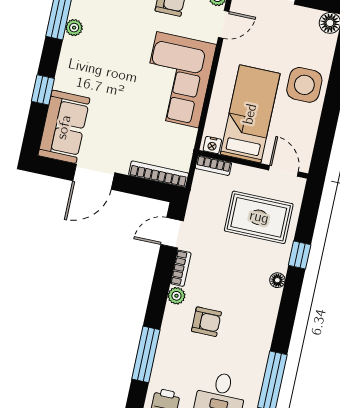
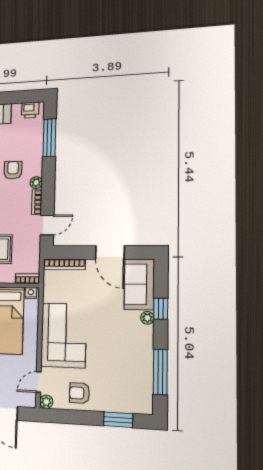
plant: (74, 28) -> (147, 318), moved
door: (94, 177) -> (110, 252), swing flipped
armchair: (206, 322) -> (13, 170), turned 90

